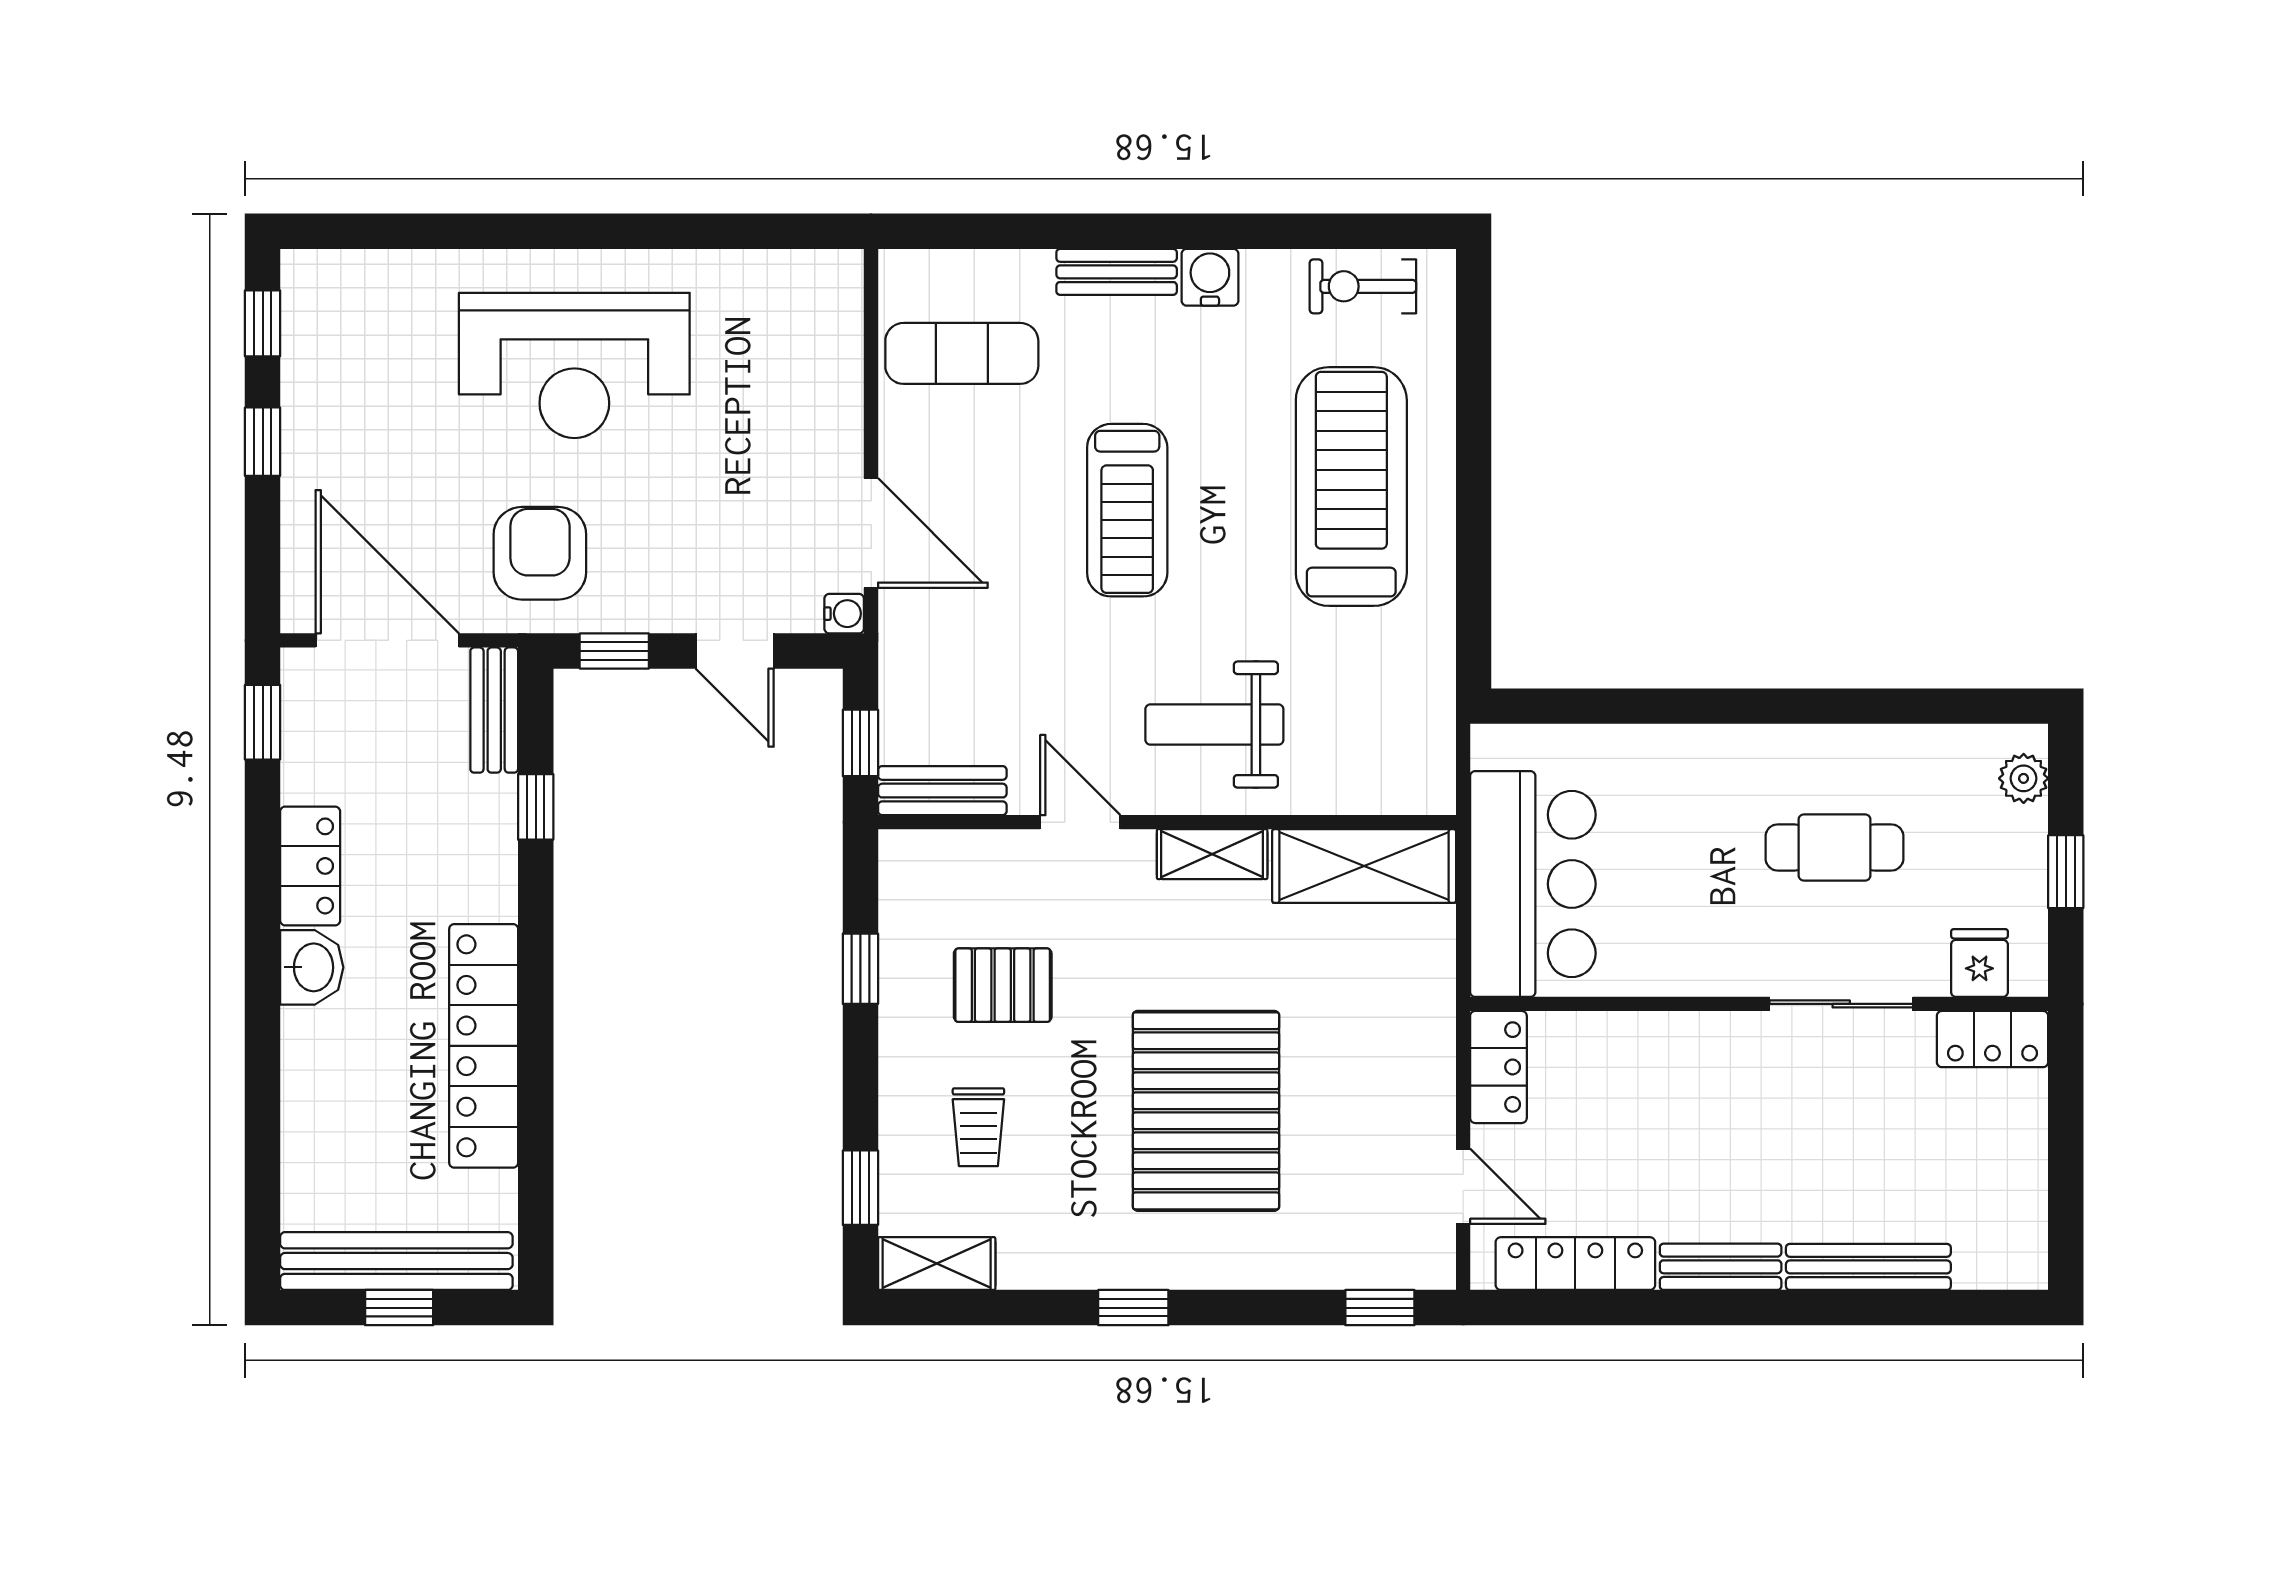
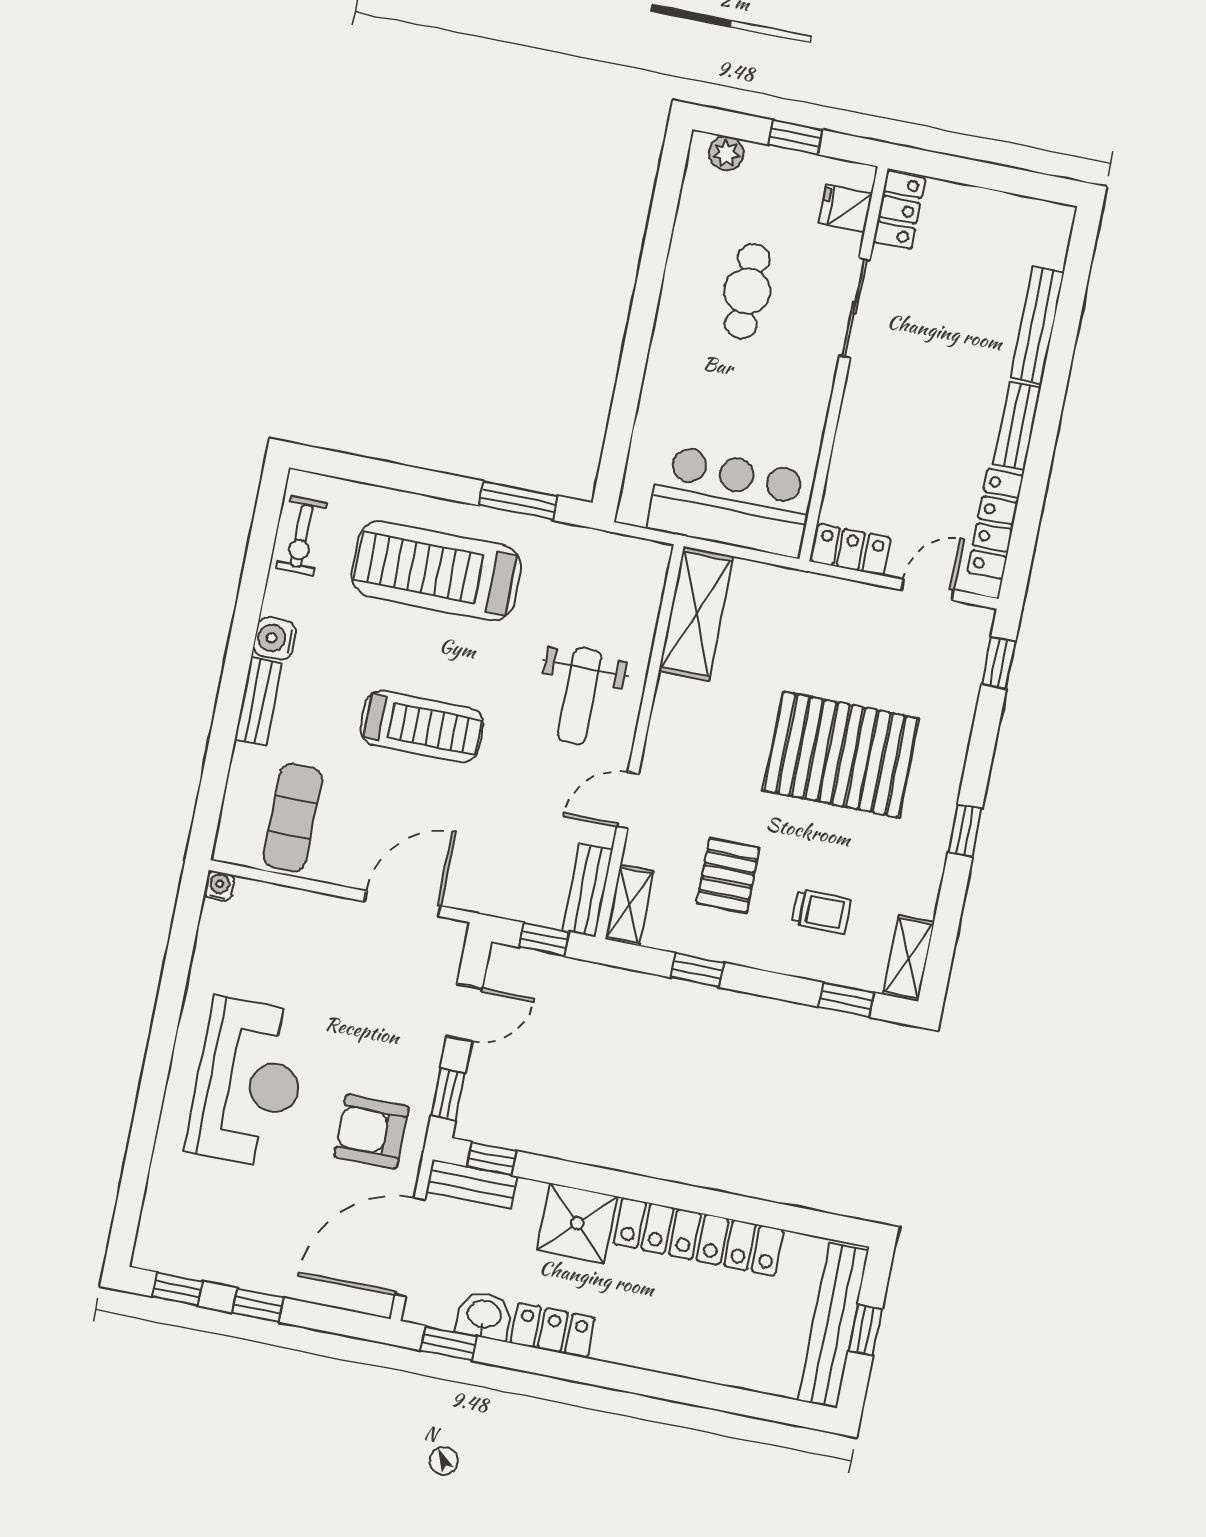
window: (1474, 582) -> (518, 501), added
water cooler: (844, 614) -> (219, 886), moved
window: (536, 807) -> (492, 1159), moved
shelving: (1212, 854) -> (629, 905), moved
shower: (469, 870) -> (577, 1223), added
washbasin: (312, 967) -> (484, 1316), moved

